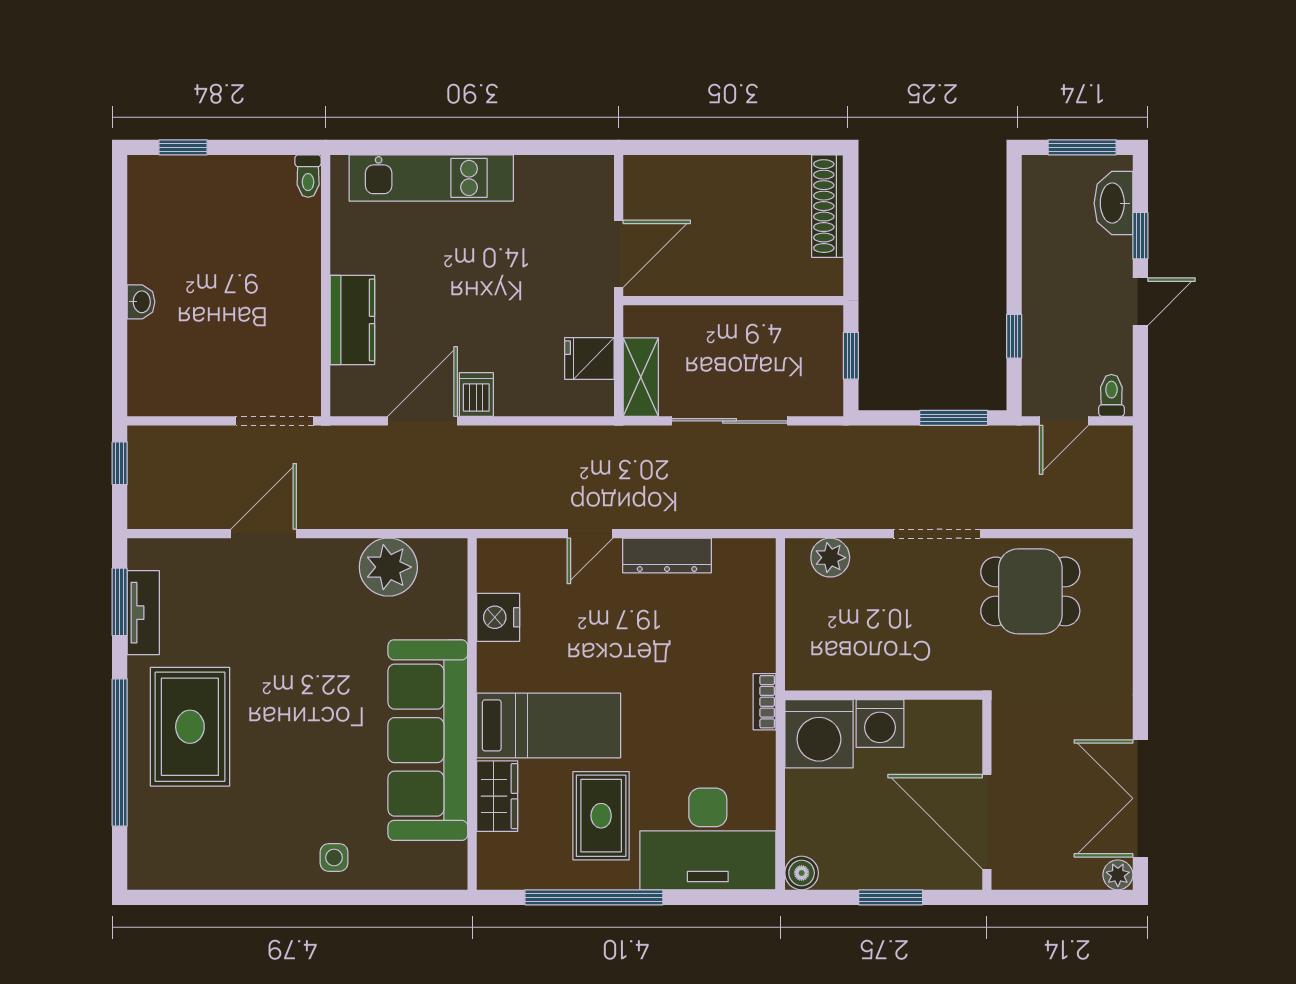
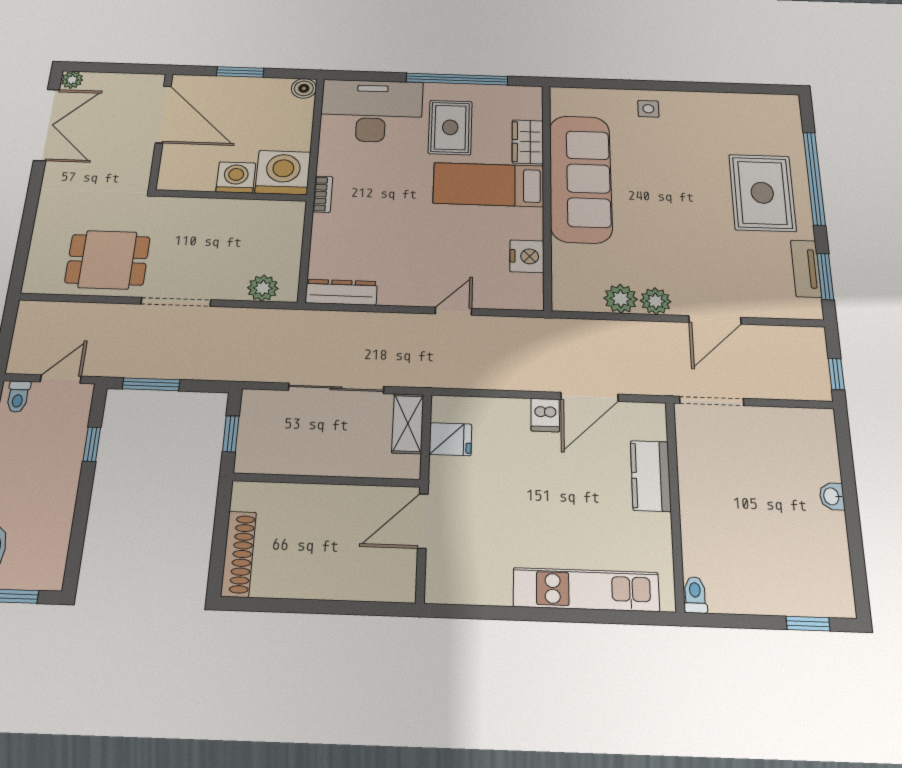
dresser: (667, 555) -> (341, 292), moved
plant: (337, 558) -> (656, 301), added
plant: (388, 567) -> (621, 299), width x0.73, depth x0.73

